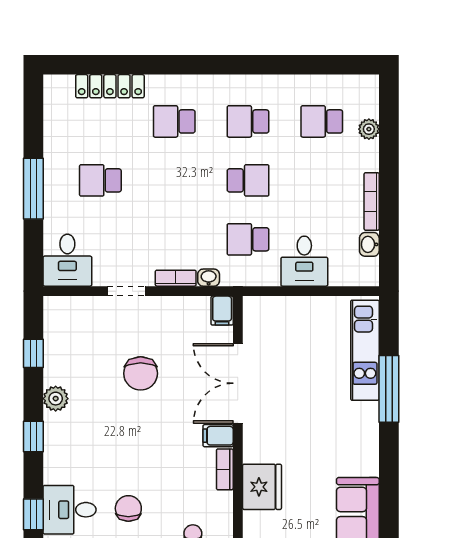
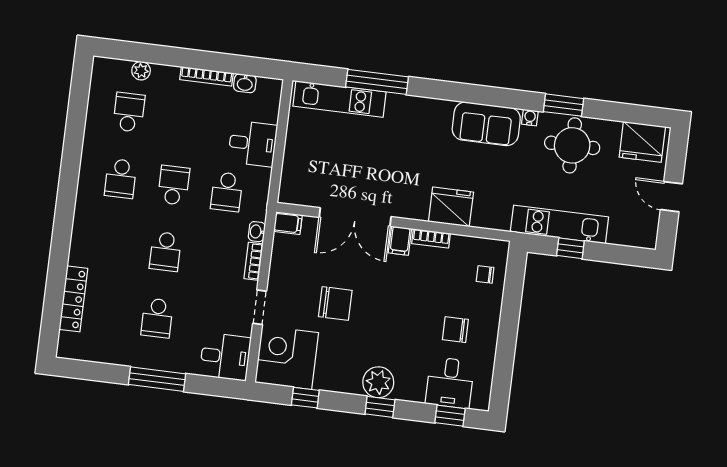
school desk: (174, 121) -> (165, 252), moved
school desk: (322, 121) -> (129, 112), turned 180
corner desk: (75, 328) -> (287, 358), added
plant: (56, 399) -> (378, 382), moved, width x1.36, depth x1.36

